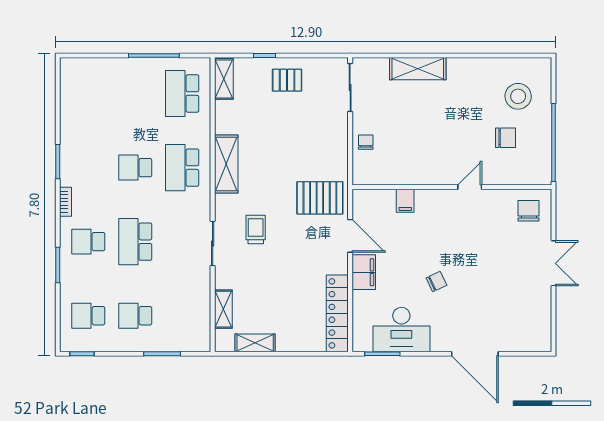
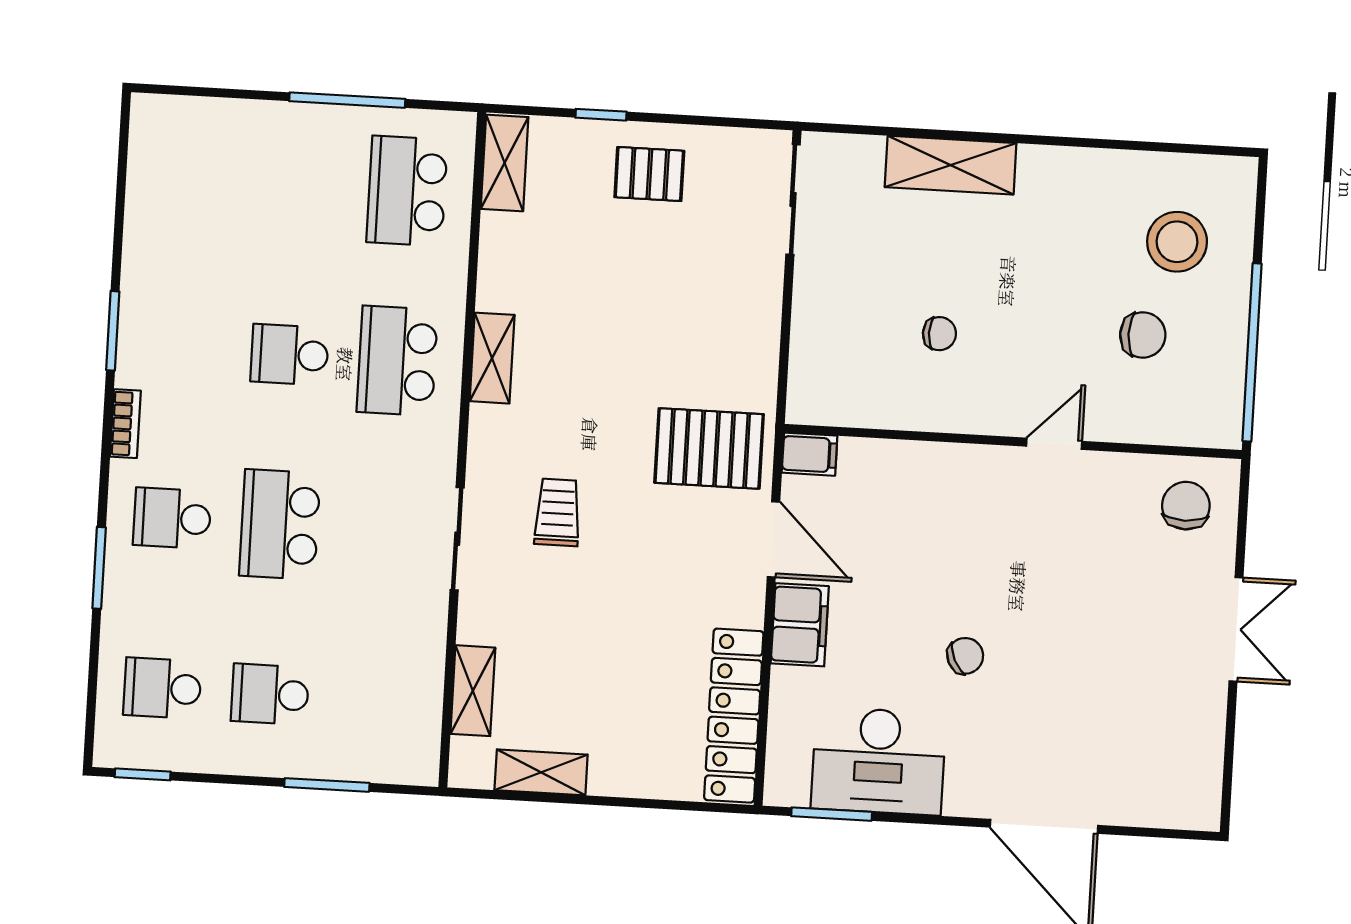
chair: (366, 142) -> (939, 334), moved, turned 90
shelving: (226, 164) -> (492, 358), width x0.67, depth x0.75
filing cabinet: (405, 201) -> (810, 454), moved, turned -90

